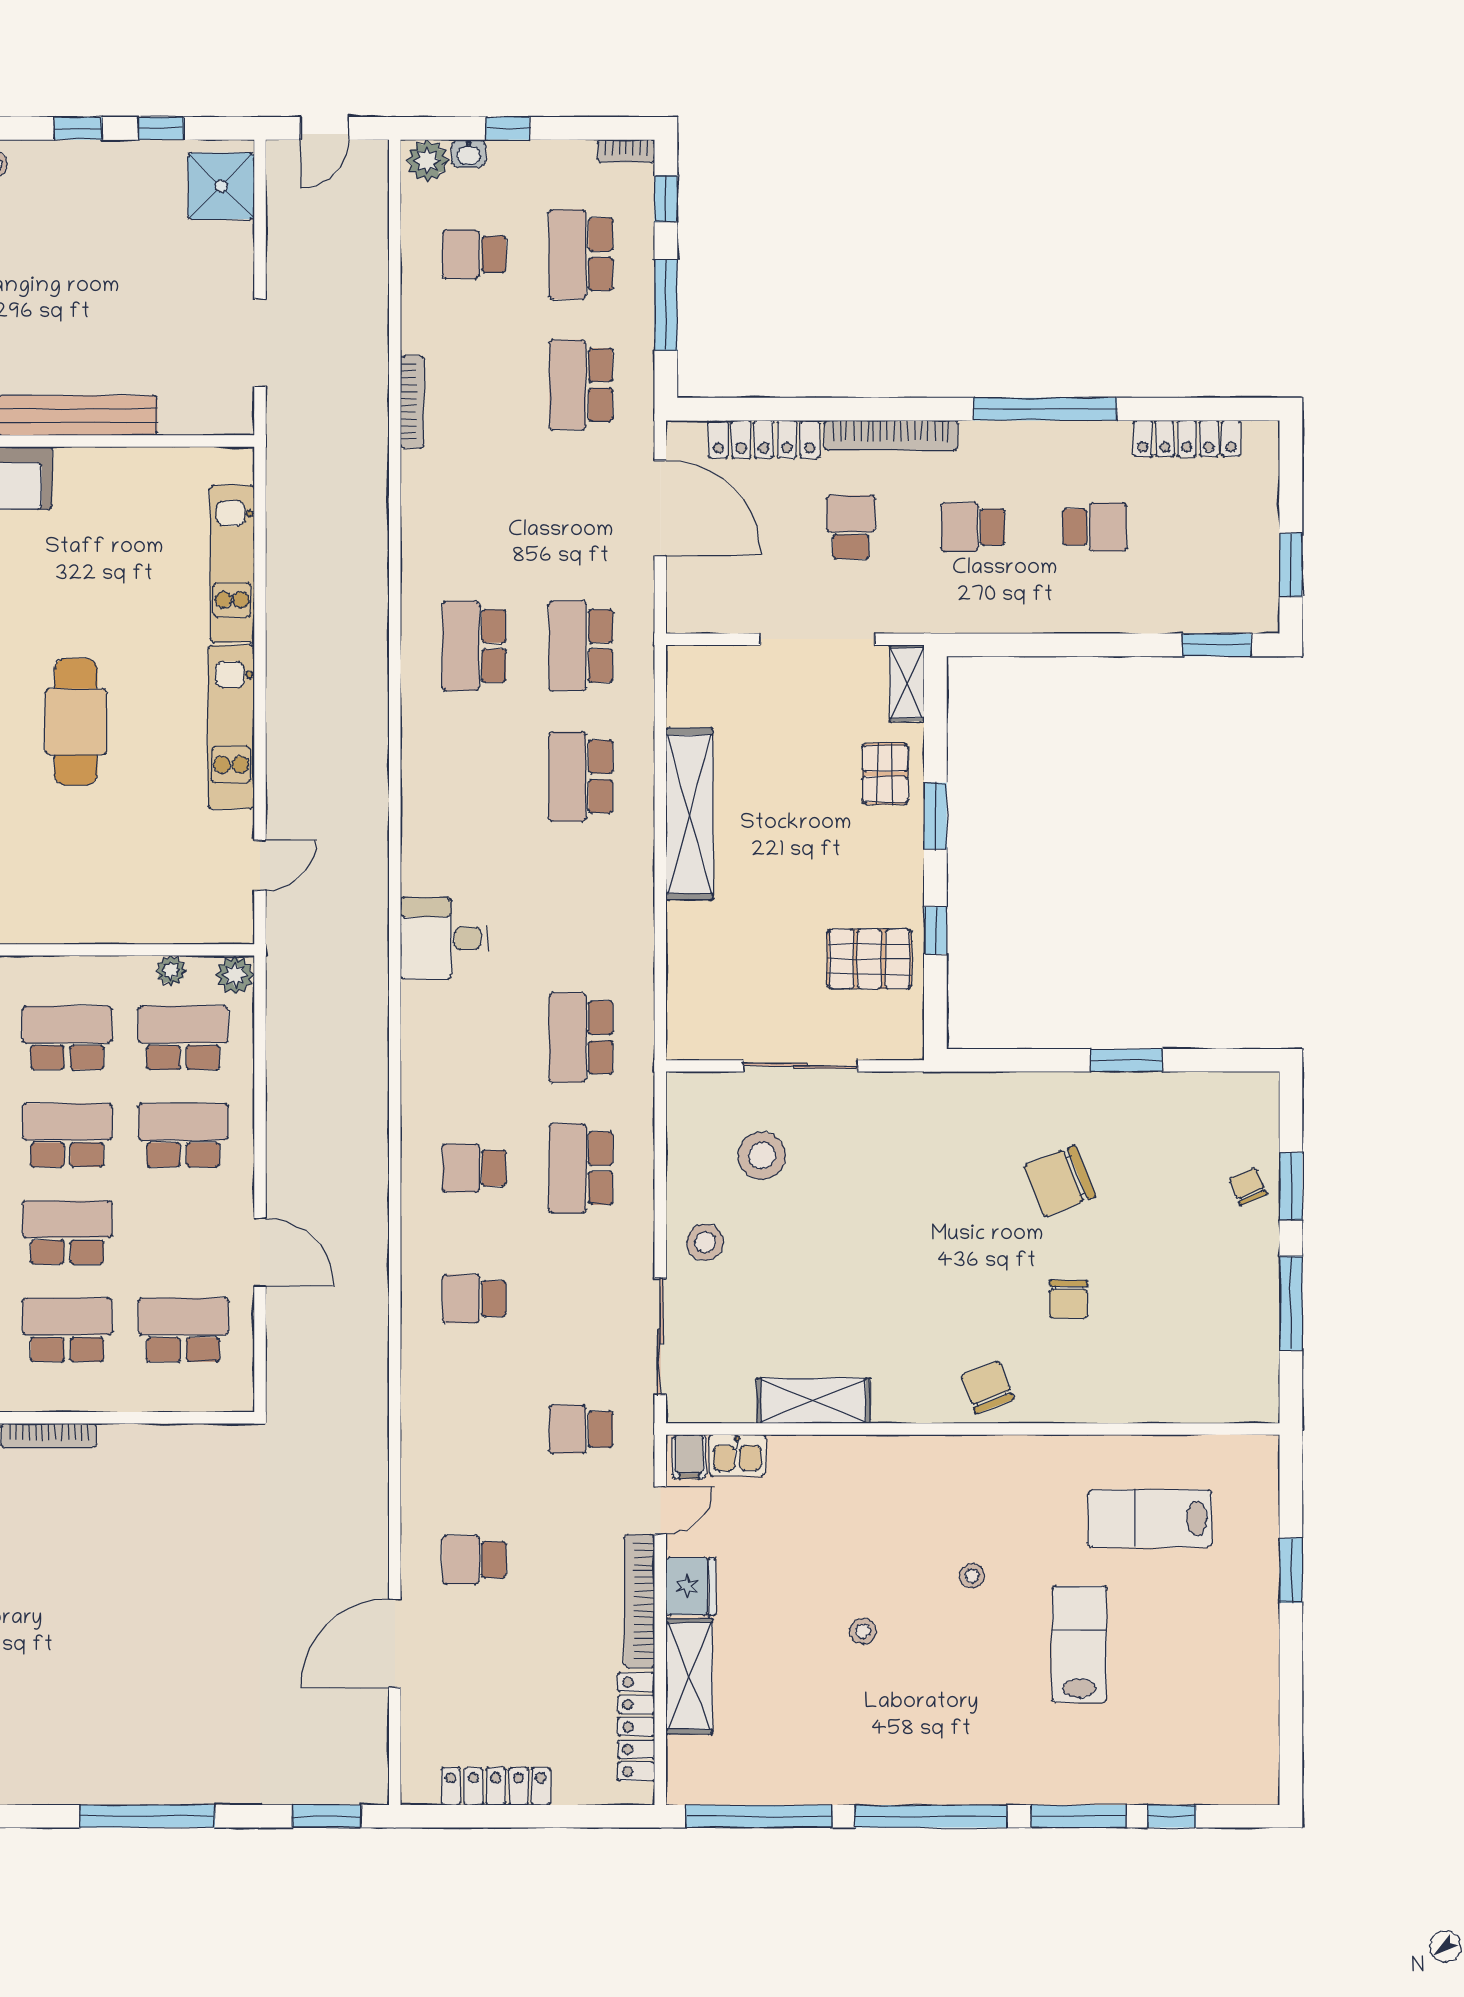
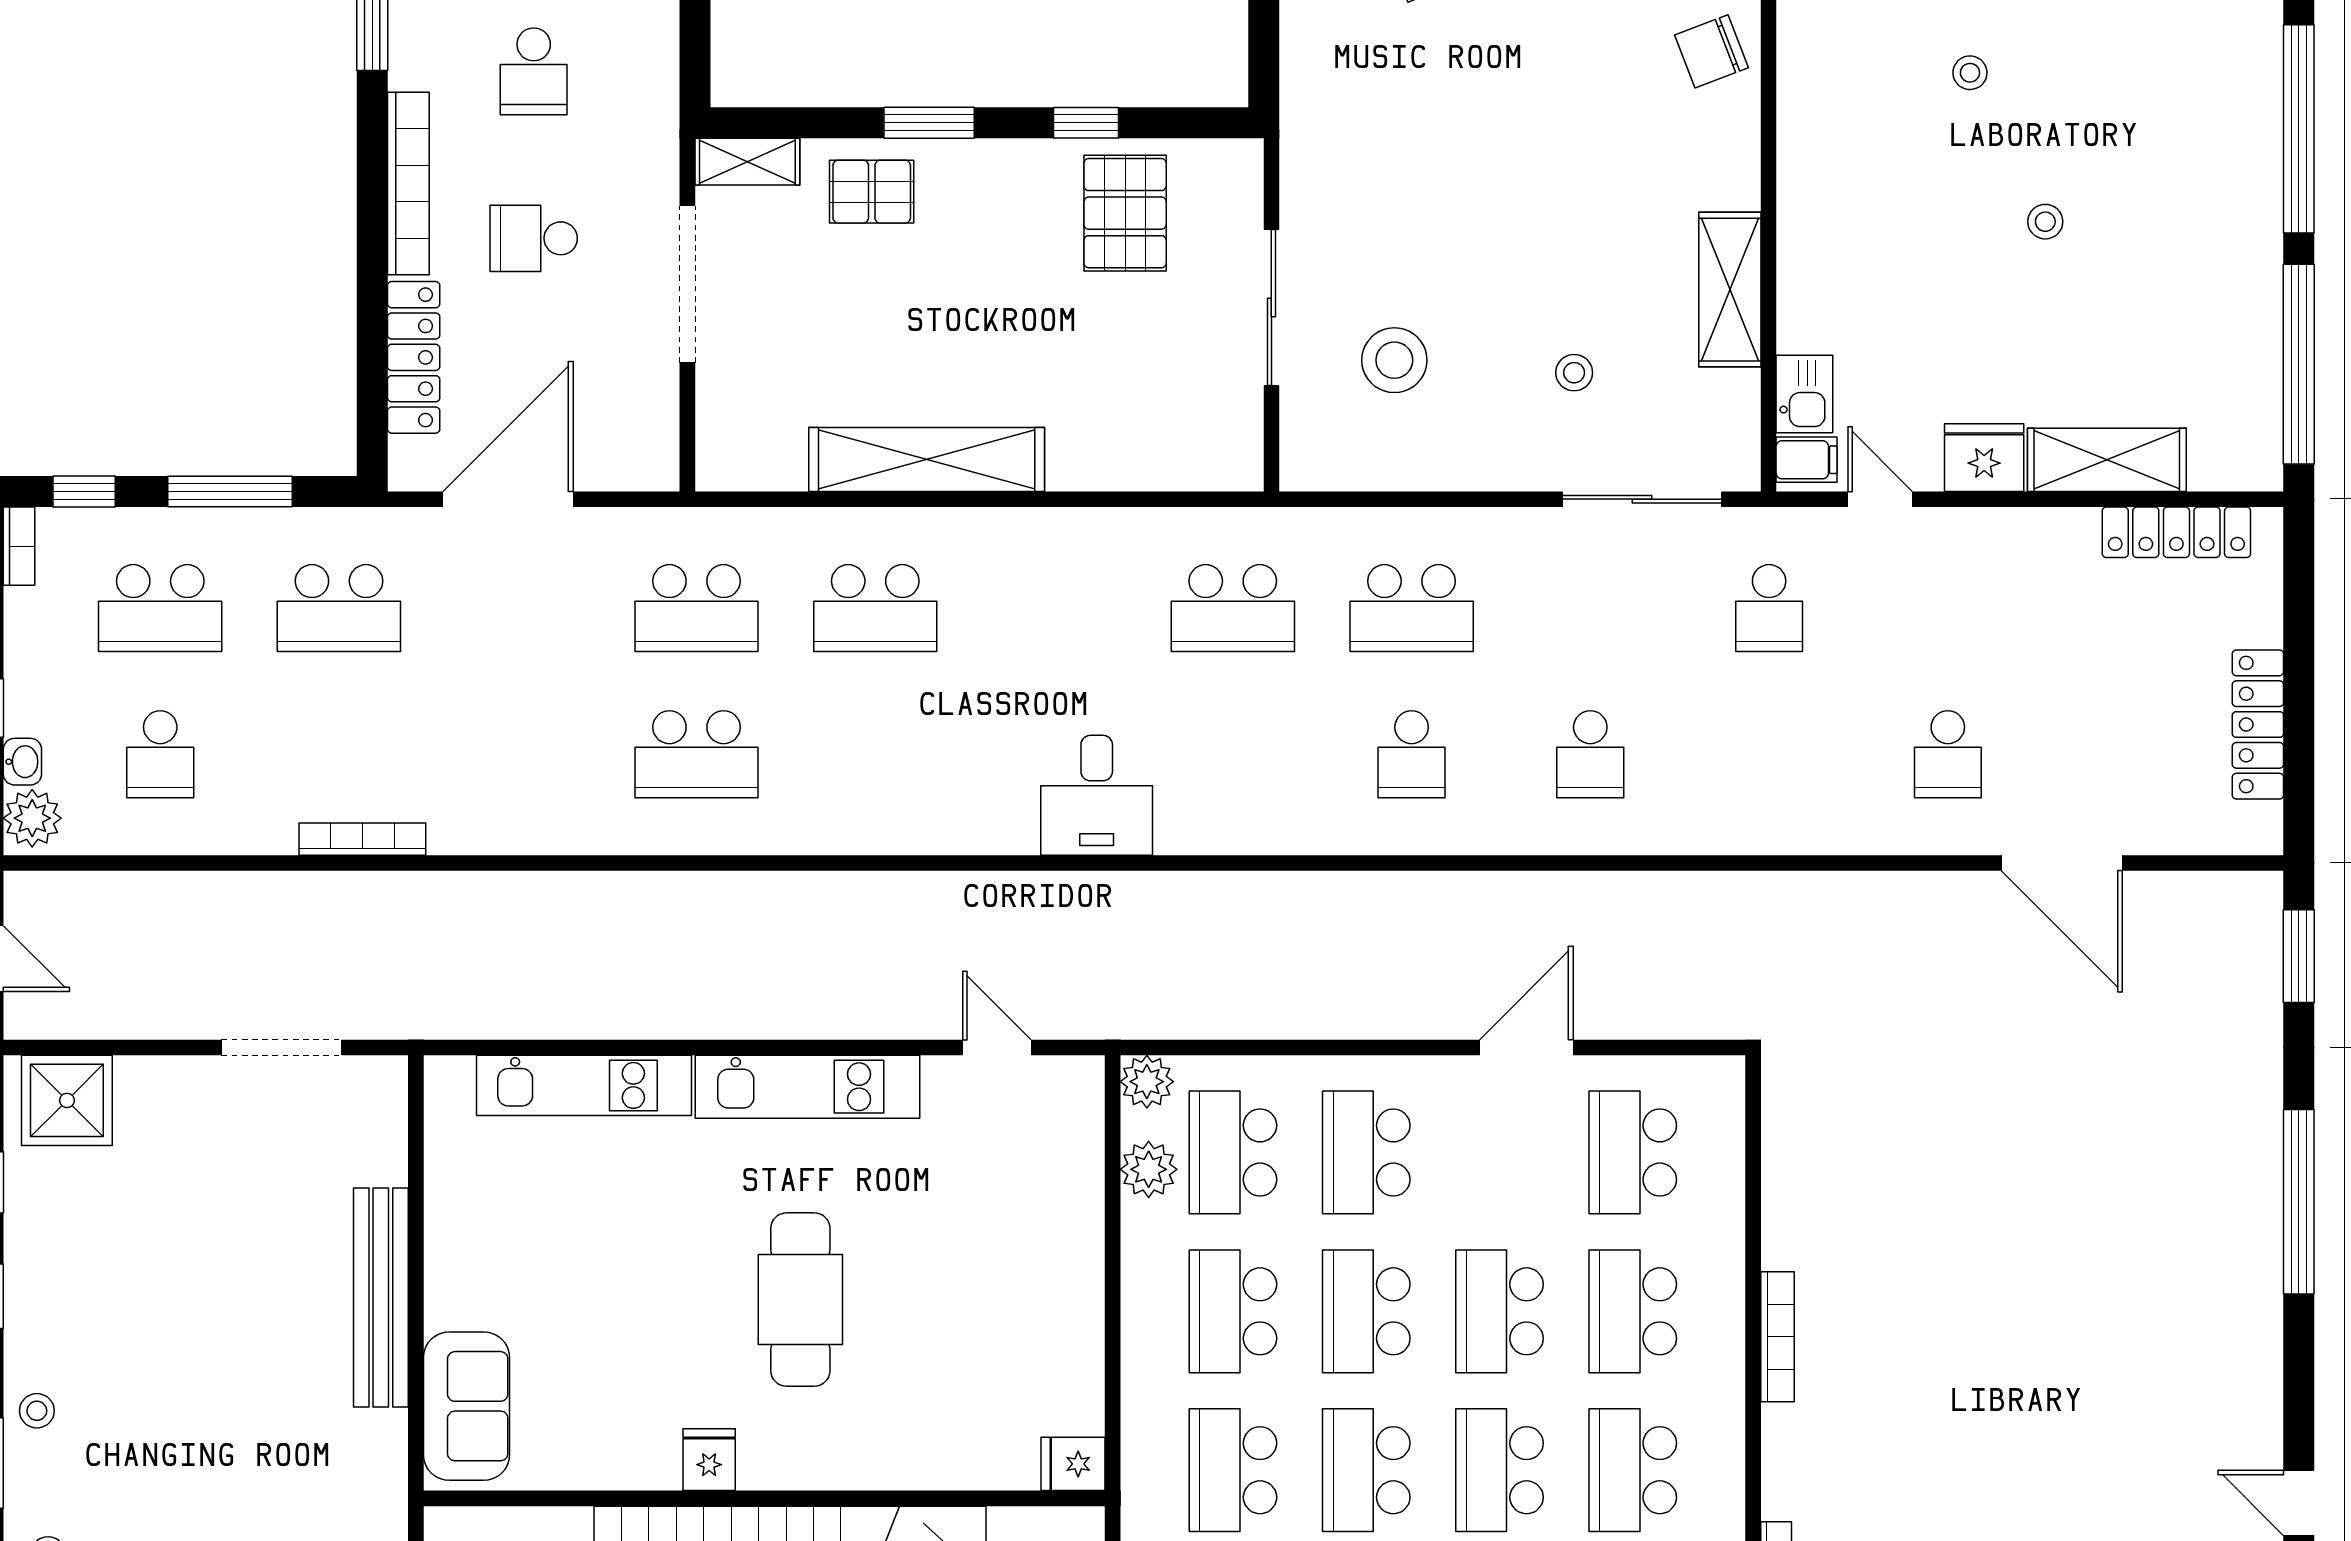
cafe table: (76, 722) -> (800, 1300), turned 90
plant: (171, 971) -> (1149, 1169), width x1.38, depth x1.38
stool: (705, 1242) -> (1574, 373), moved, width x0.73, depth x0.73
bookcase: (640, 1601) -> (2004, 528), removed

